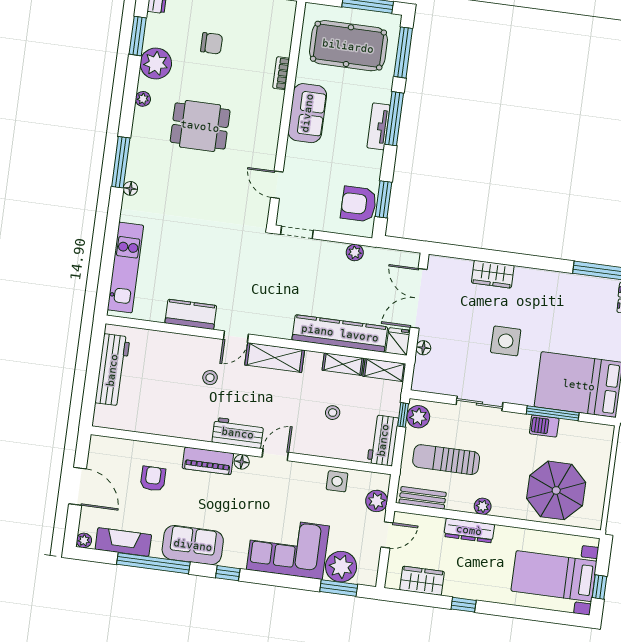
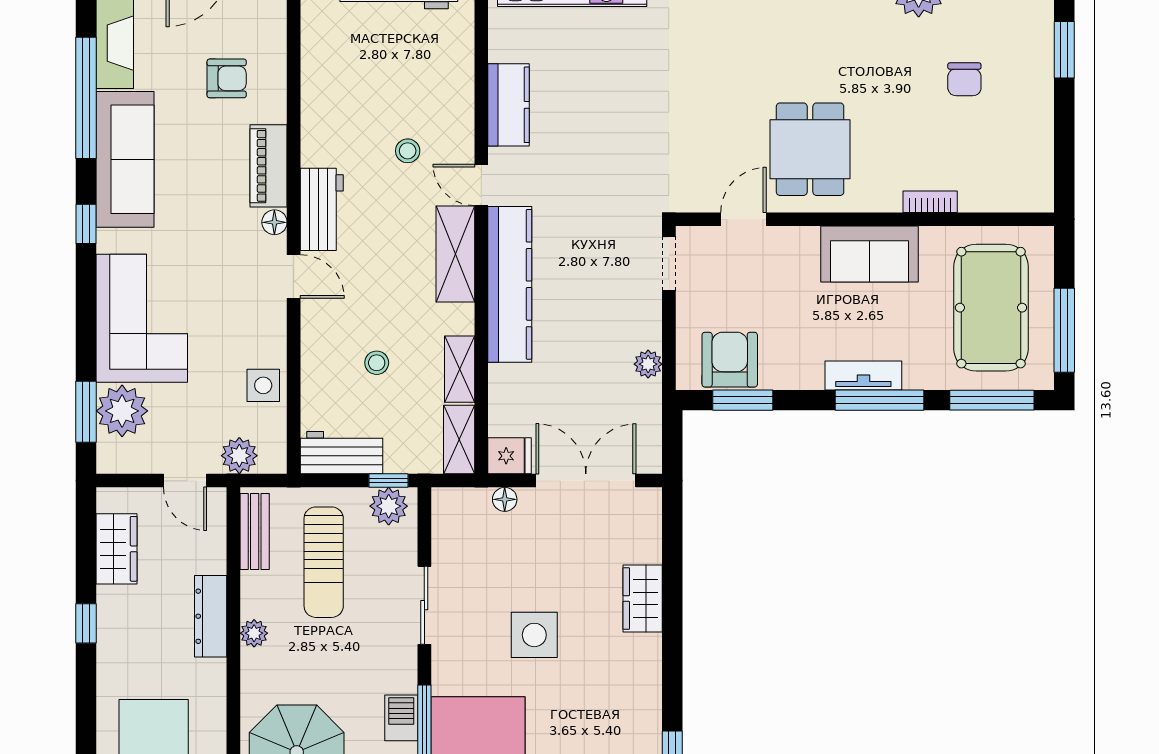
dining table: (200, 126) -> (810, 149), moved
kitchen counter: (340, 333) -> (510, 284), moved
sun lounger: (446, 460) -> (324, 562), turned 180
sofa: (193, 545) -> (125, 159), width x1.36

